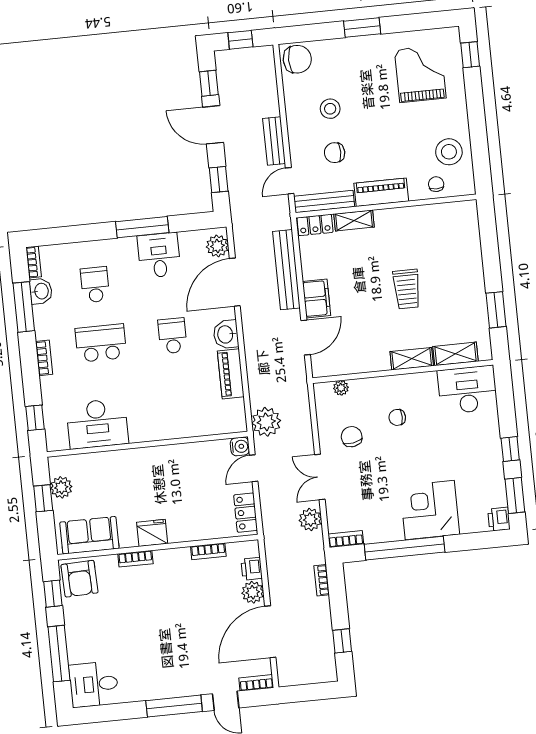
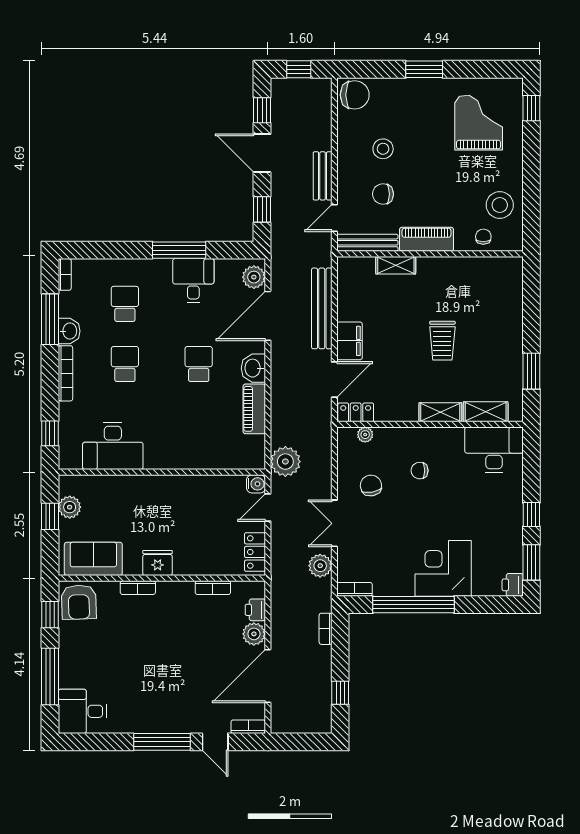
locker: (315, 225) -> (356, 412), moved, turned 180
washbasin: (41, 291) -> (69, 331), moved
school desk: (101, 343) -> (125, 364), width x0.54
bookcase: (44, 358) -> (65, 373), width x1.56

